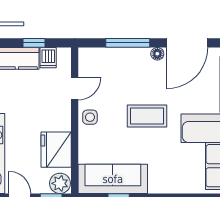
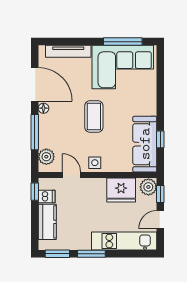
window: (34, 43) -> (35, 192), moved
plant: (97, 57) -> (46, 157), added

